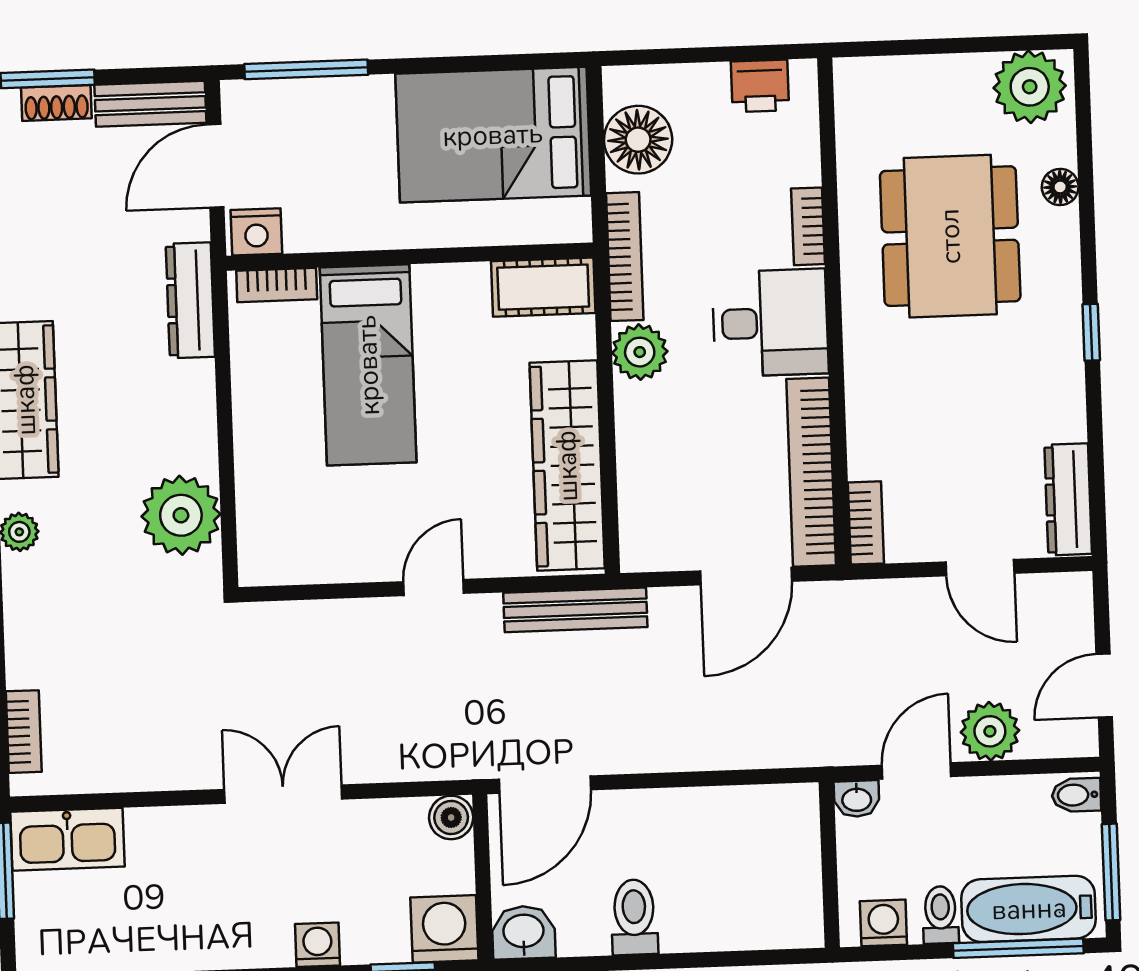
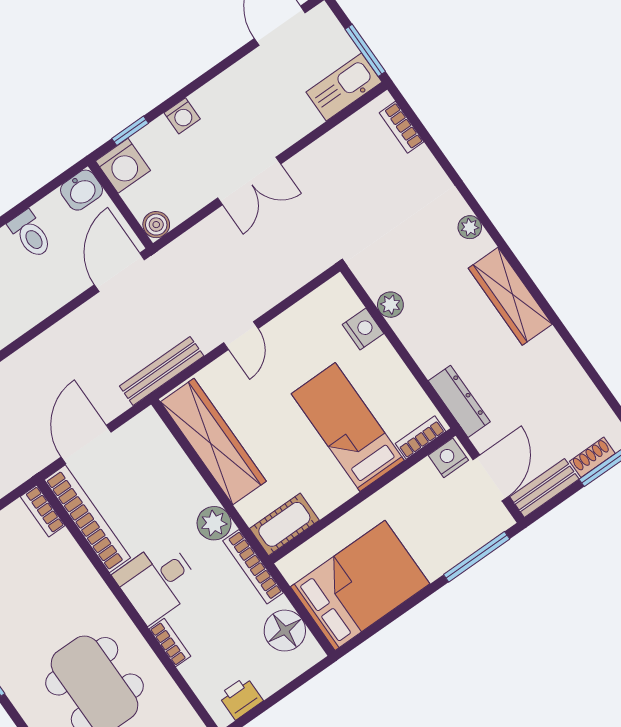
nightstand: (259, 487) -> (363, 329), added
plant: (181, 515) -> (390, 305), width x0.53, depth x0.53

